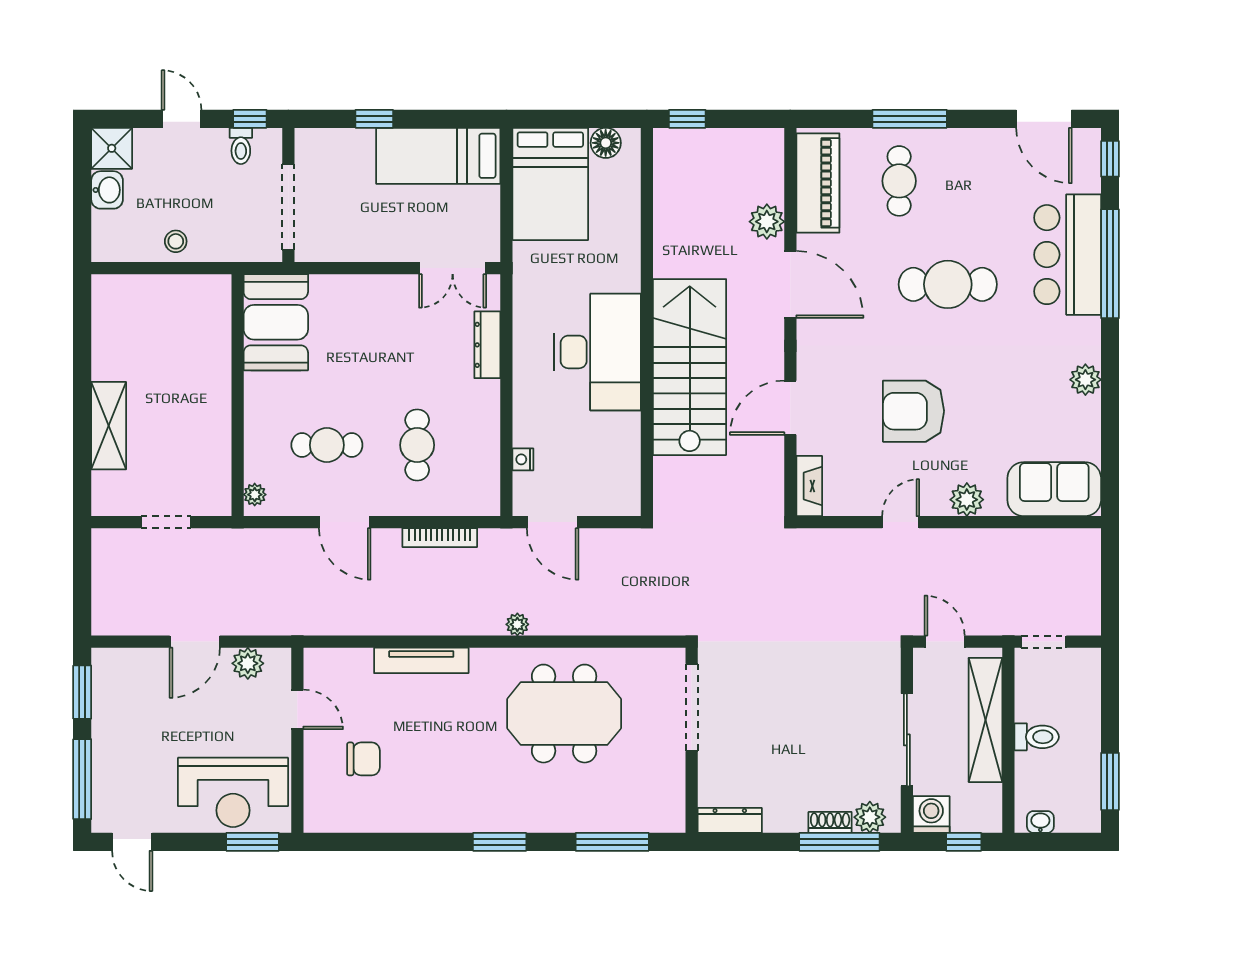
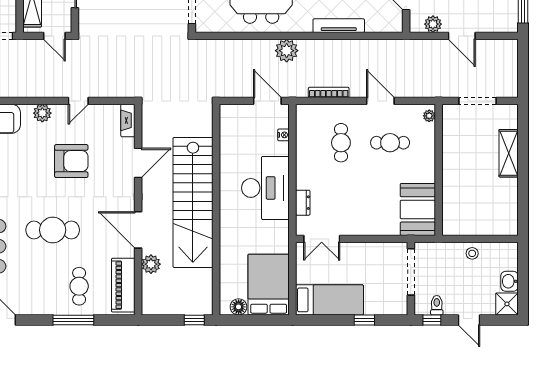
double door: (453, 268) -> (322, 239), swing flipped
dresser: (487, 345) -> (303, 203), width x0.70
desk: (597, 352) -> (265, 188), moved, turned 180
stairs: (690, 367) -> (193, 202), width x1.36
doorway: (166, 522) -> (477, 101), width x1.38
plant: (517, 624) -> (287, 51), width x1.88, depth x1.88
door: (195, 642) -> (462, 36), swing flipped

